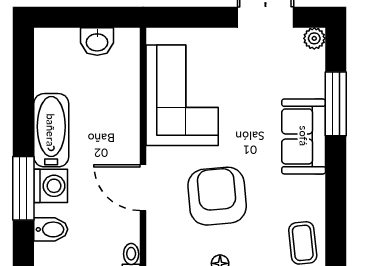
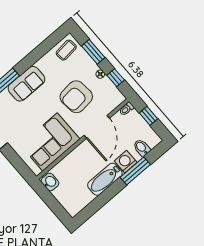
washbasin: (97, 42) -> (50, 182), moved
door: (143, 188) -> (97, 127), width x1.36

